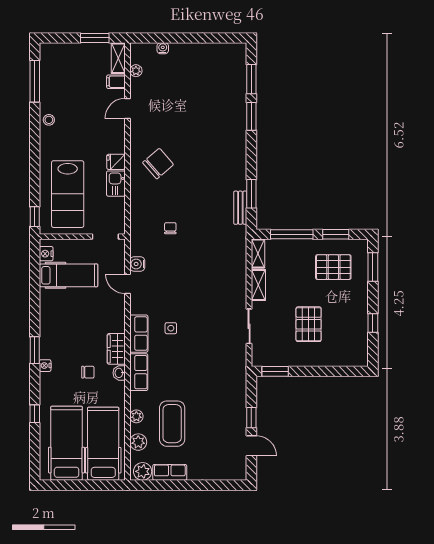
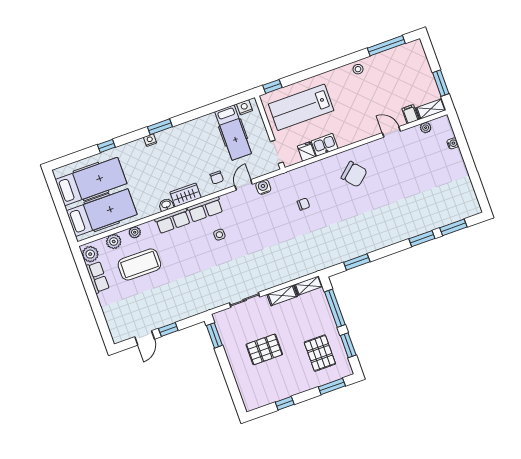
fridge: (116, 162) -> (306, 151), moved
bench: (240, 208) -> (342, 257), removed
chair: (88, 372) -> (217, 178), moved

